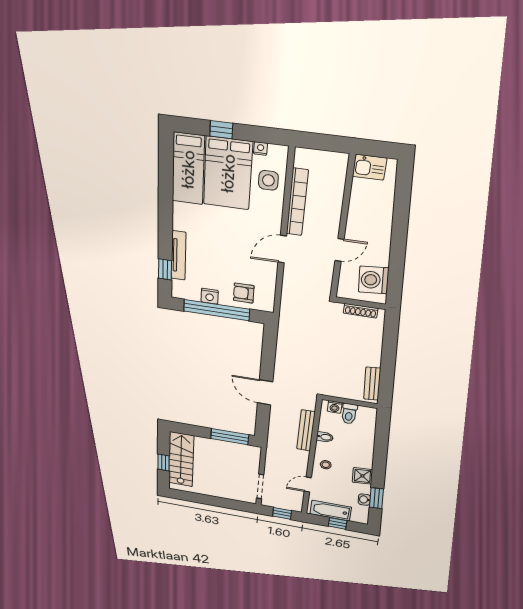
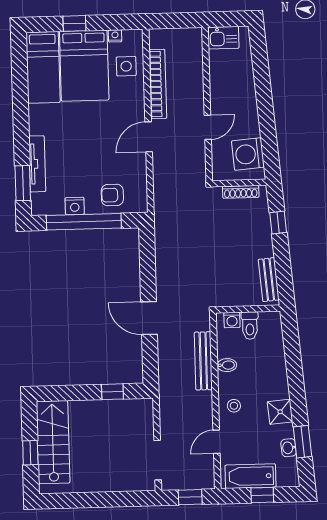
window: (165, 269) -> (23, 183), width x1.50
window: (390, 341) -> (278, 222), added
window: (230, 437) -> (112, 392), width x0.46

